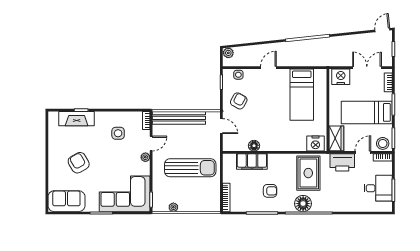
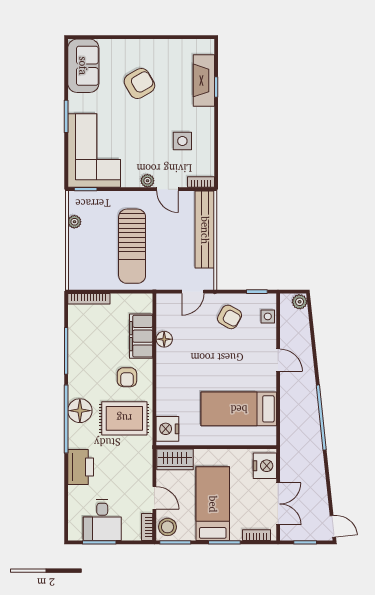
printer: (342, 162) -> (81, 467), moved, turned 180
armchair: (270, 191) -> (127, 377), moved

